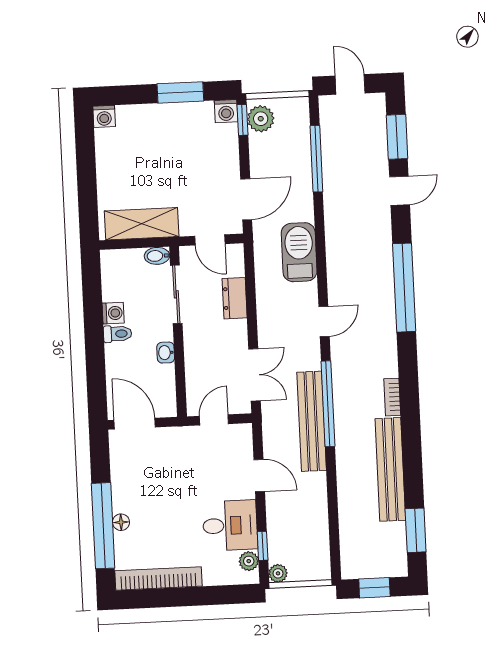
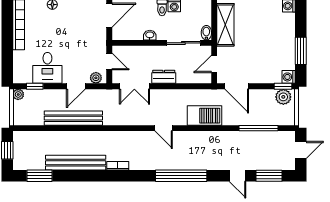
dresser: (235, 298) -> (164, 77), moved
window: (328, 404) -> (116, 128), removed
bench: (312, 421) -> (73, 118), moved
plant: (249, 561) -> (96, 78), moved

